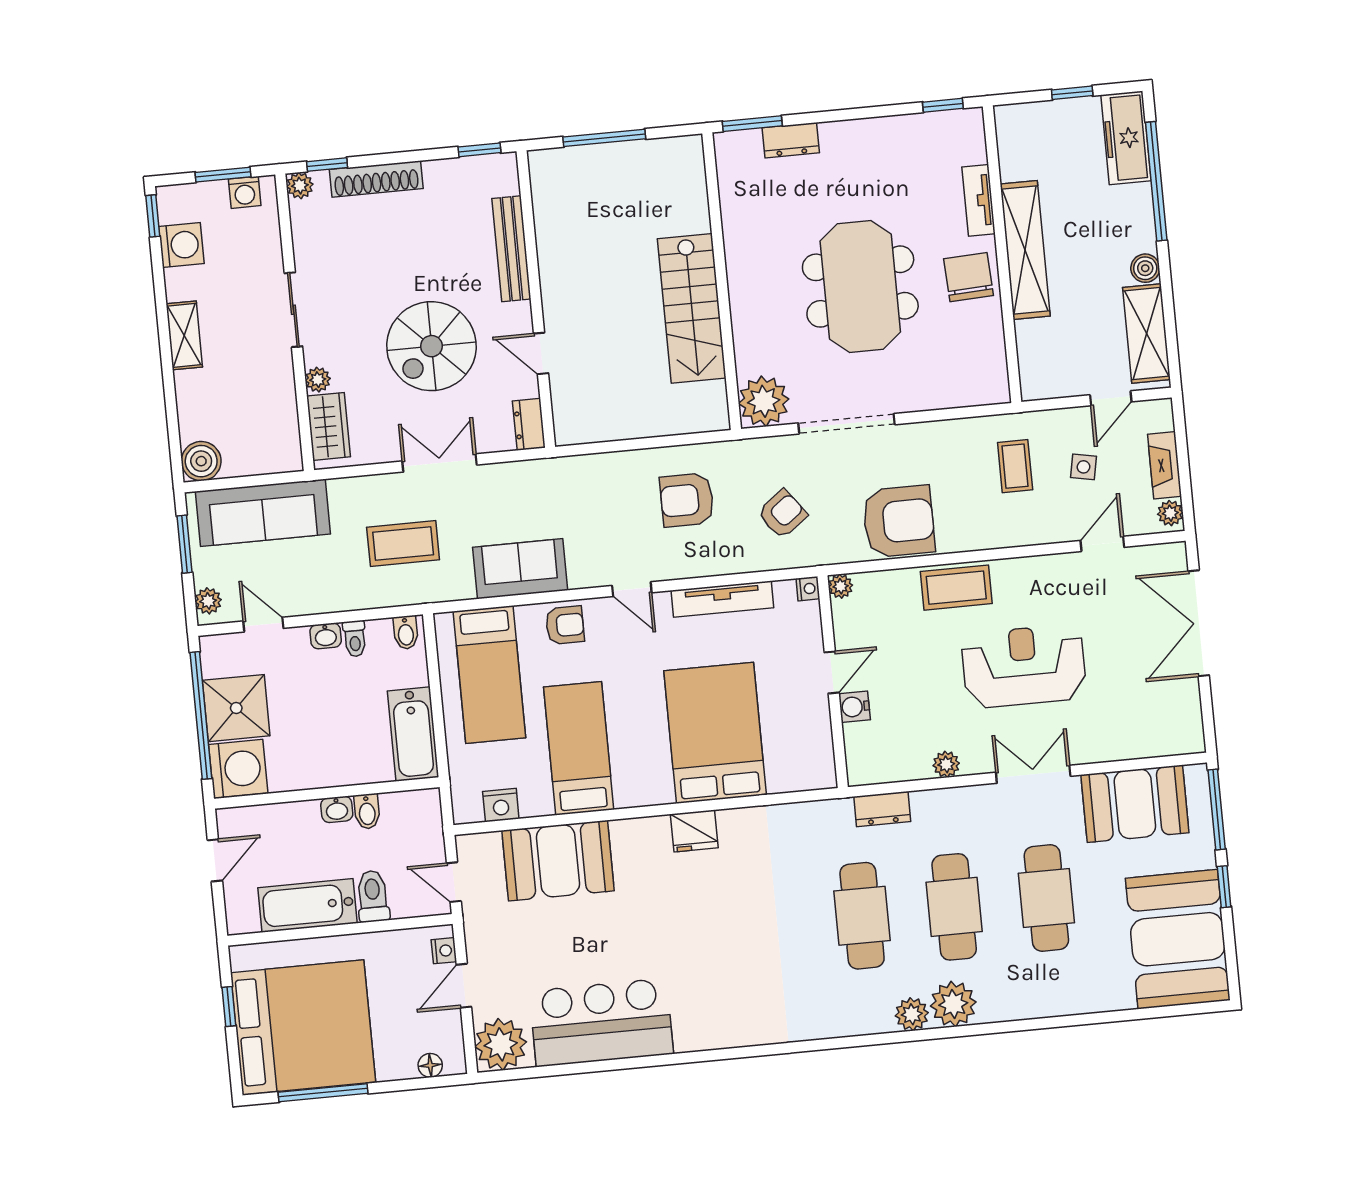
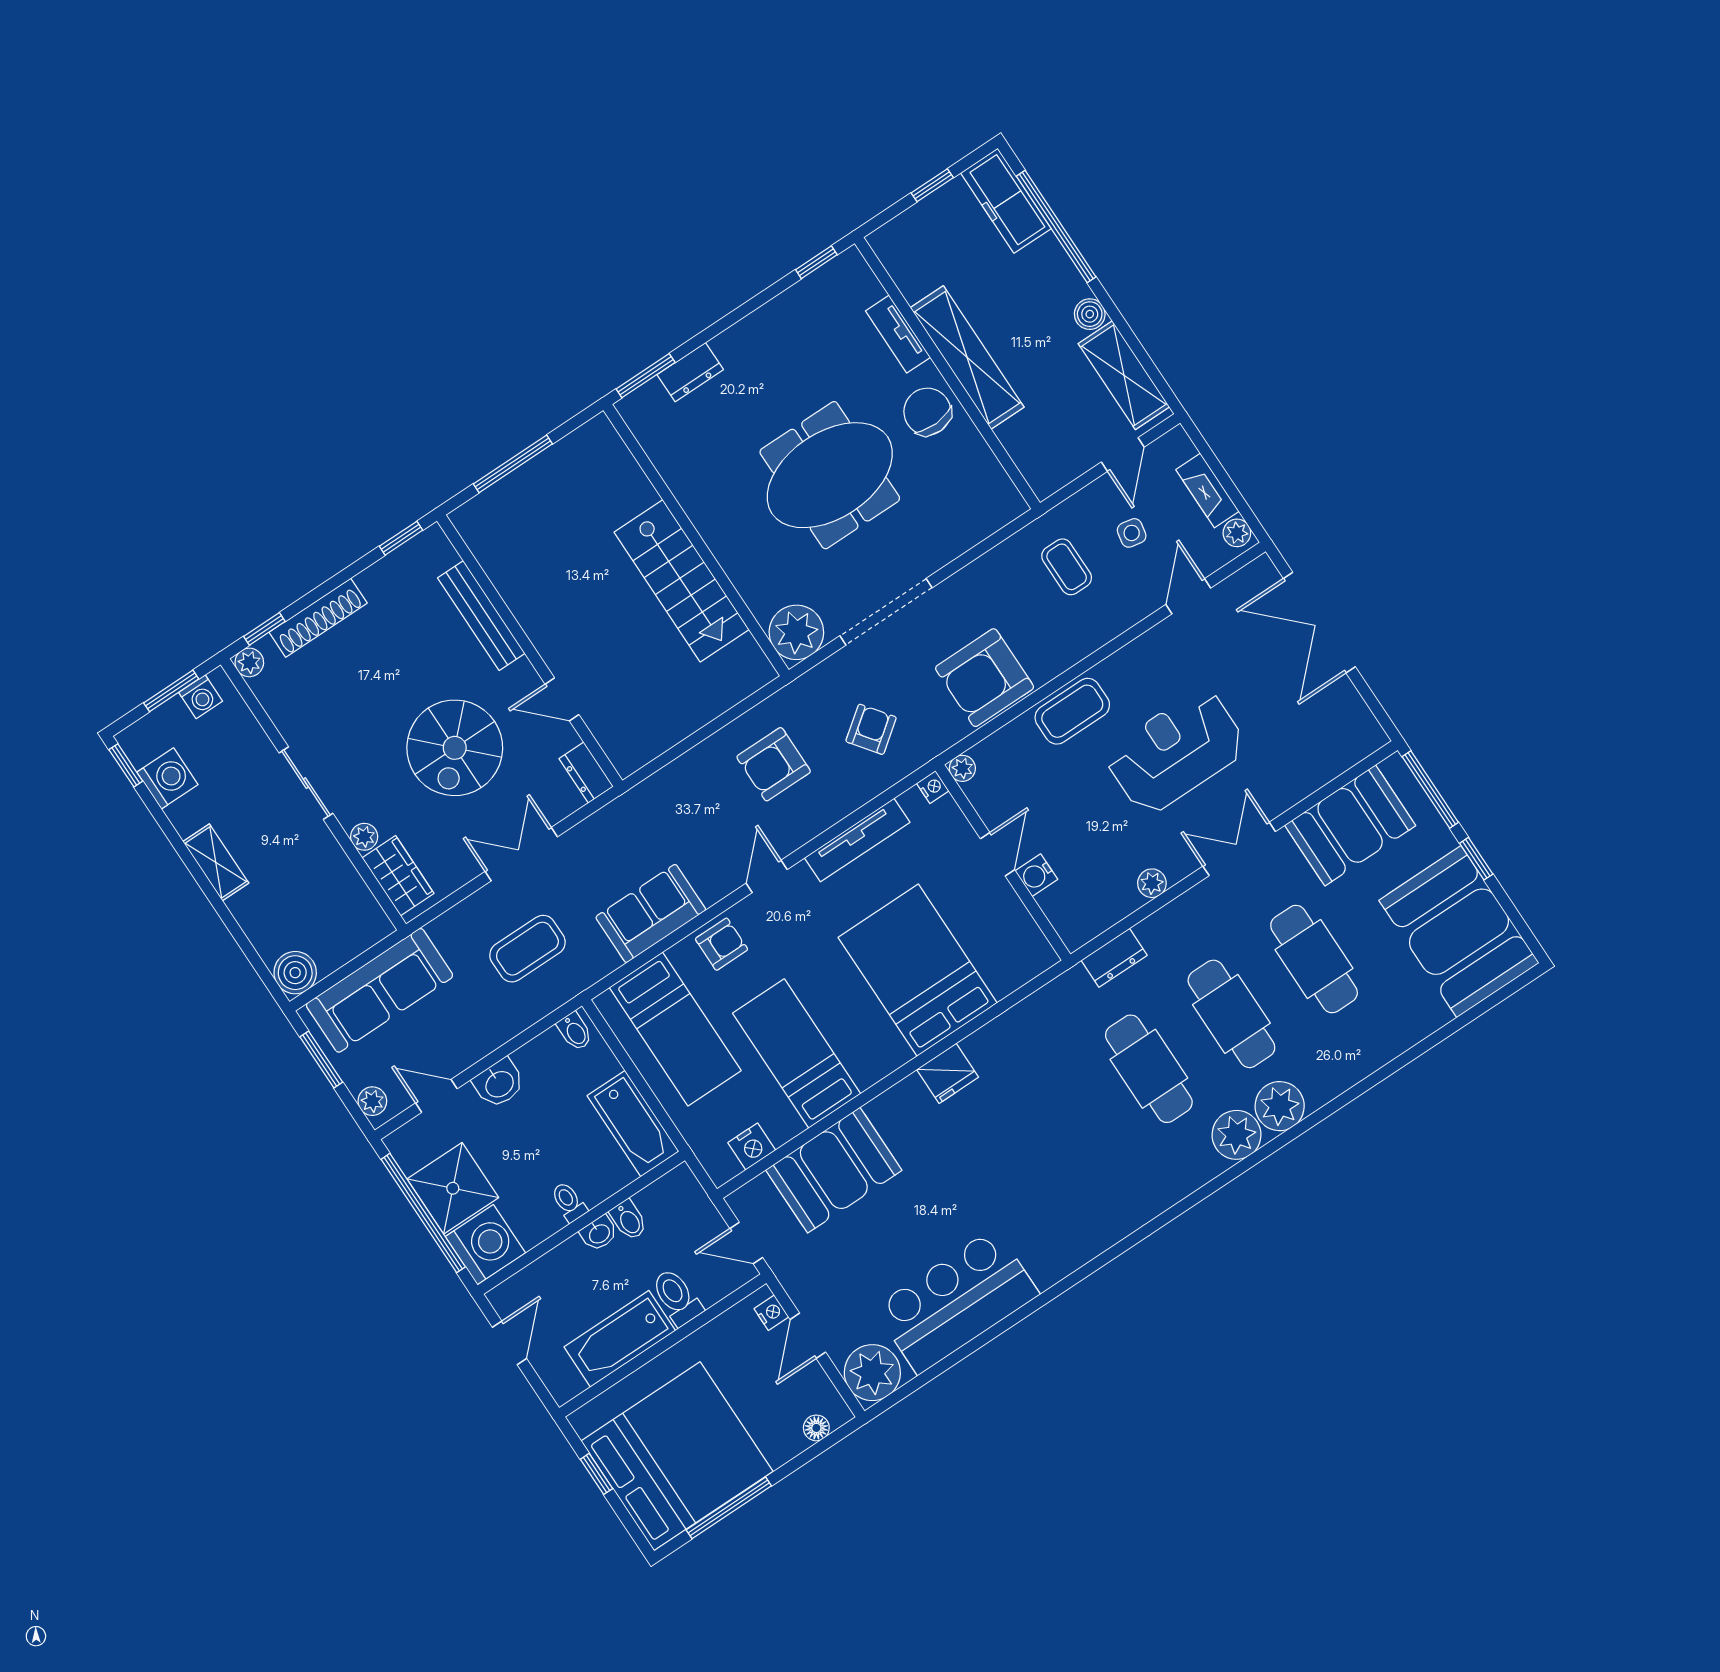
meeting table: (860, 287) -> (830, 475), turned 90
armchair: (899, 521) -> (985, 678), turned 180
door: (632, 589) -> (767, 876), swing flipped
washbasin: (326, 636) -> (499, 1083), width x1.38, depth x1.45
toilet: (355, 639) -> (569, 1202), moved, turned 180
plant: (912, 1014) -> (1236, 1135), width x1.36, depth x1.36

